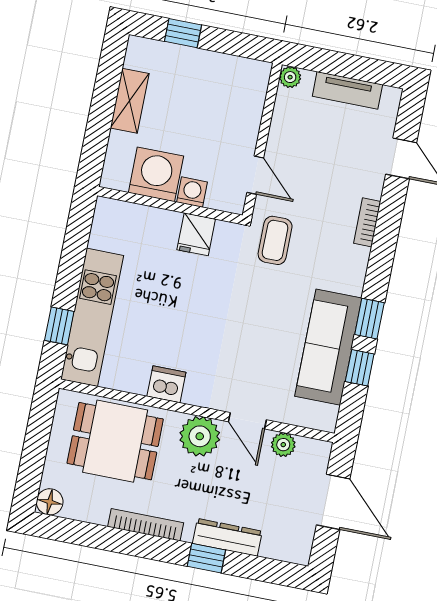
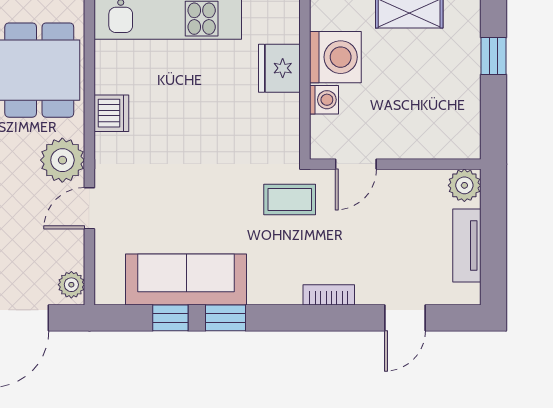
plant: (290, 77) -> (464, 185), width x1.38, depth x1.38
fridge: (196, 234) -> (279, 68), moved, width x1.38
plant: (283, 445) -> (71, 285), moved

